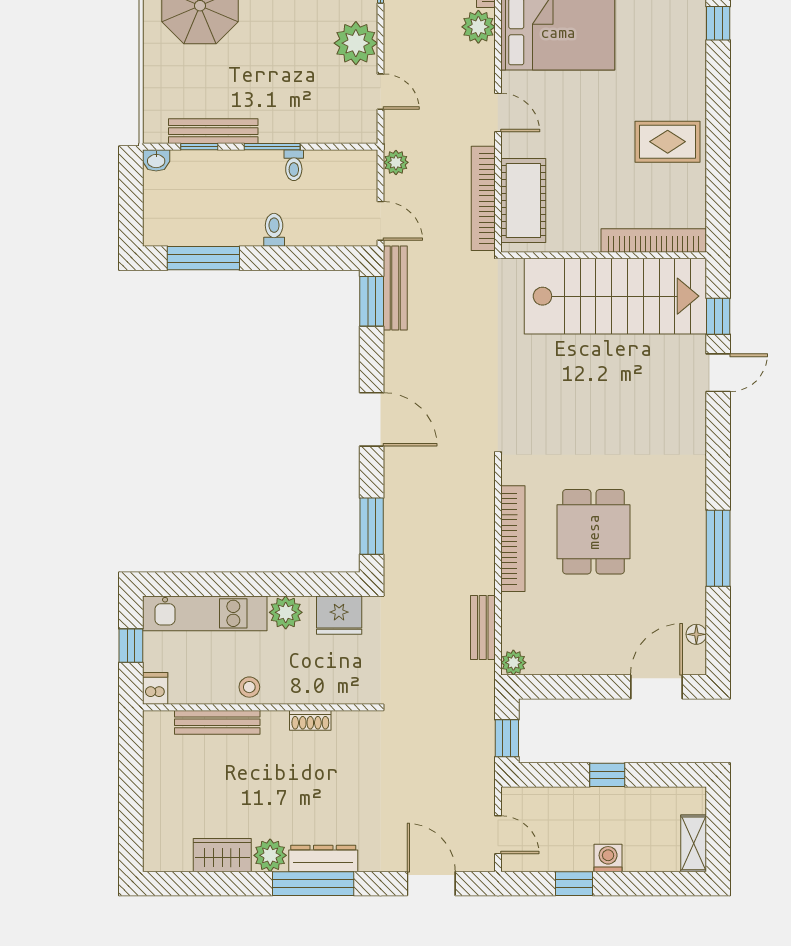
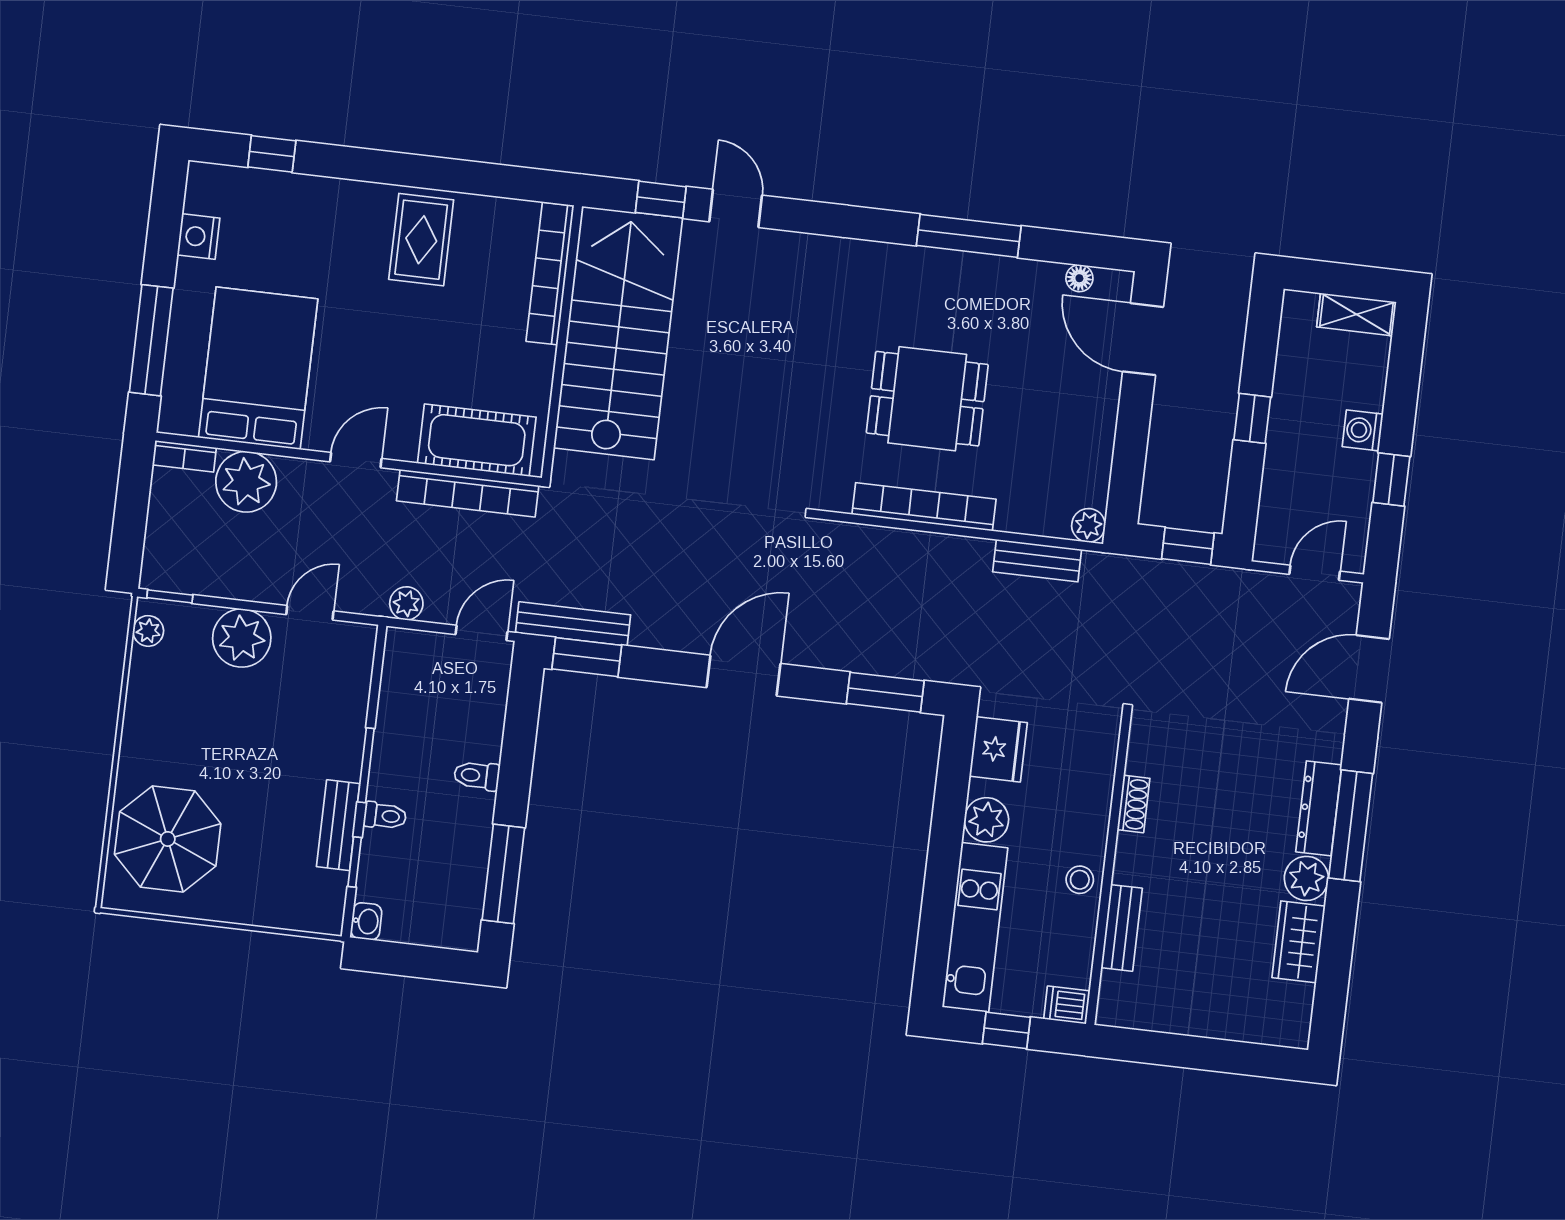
plant: (478, 27) -> (246, 482), width x1.36, depth x1.36
bench: (213, 131) -> (338, 825), width x0.73
toilet: (294, 165) -> (385, 816), moved
bench: (217, 722) -> (1122, 928), width x0.73

